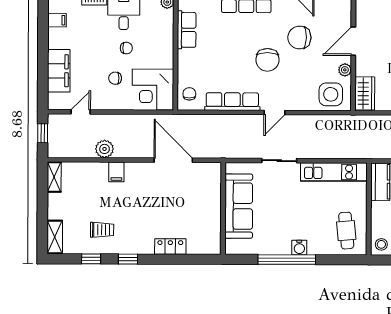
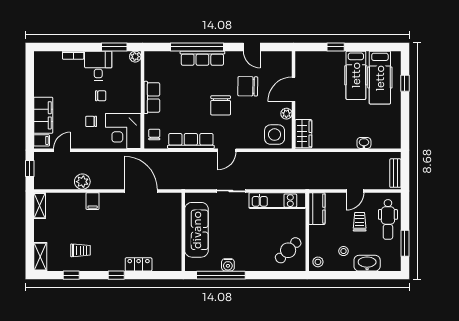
filing cabinet: (57, 20) -> (42, 140), moved
row of seats: (187, 30) -> (152, 97), moved
cafe table: (346, 231) -> (288, 250), turned 50
water cooler: (299, 247) -> (228, 265), moved
window: (128, 259) -> (116, 275), moved
window: (287, 260) -> (221, 275), moved

